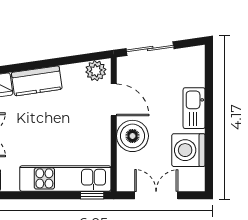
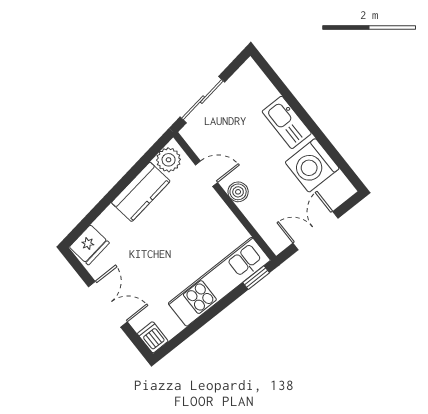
kitchen counter: (37, 81) -> (141, 192), moved
door: (114, 100) -> (206, 174), width x0.73
boiler: (132, 136) -> (238, 192), width x0.54, depth x0.54

